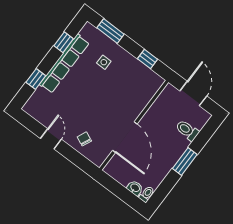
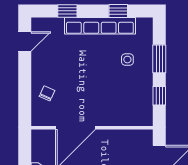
window: (111, 31) -> (159, 59), moved
door: (51, 139) -> (25, 41), moved

